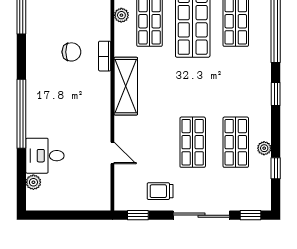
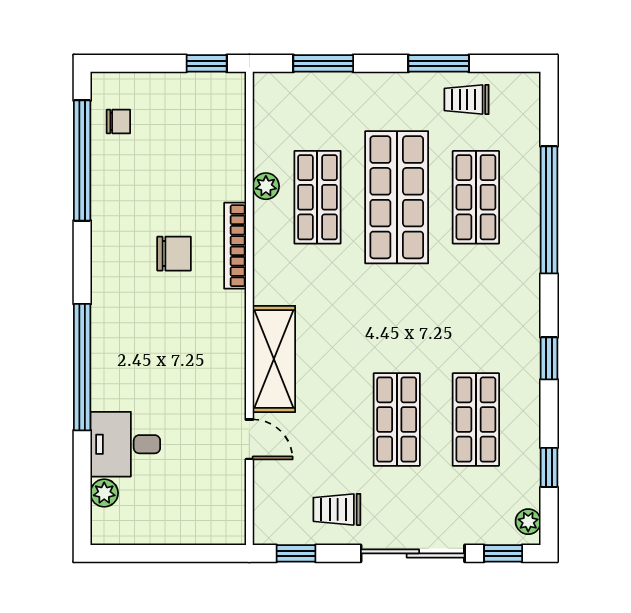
bookcase: (105, 56) -> (235, 246), width x1.56
shelving: (126, 86) -> (274, 359), moved
window: (276, 94) -> (549, 358), moved
plant: (264, 148) -> (528, 522), moved

